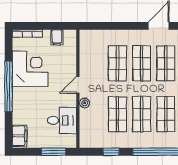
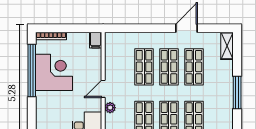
filing cabinet: (57, 37) -> (96, 40), moved
window: (9, 86) -> (32, 70), moved

